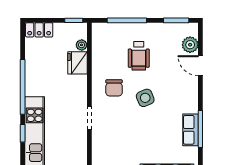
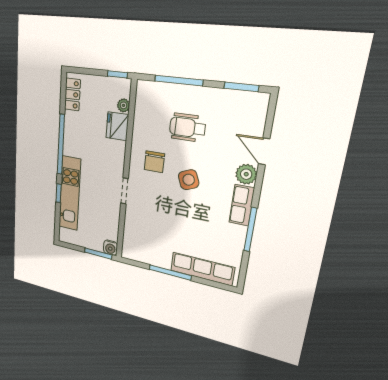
locker: (39, 30) -> (72, 94), moved, turned -90
plant: (190, 45) -> (246, 174), moved
wheelchair: (139, 56) -> (187, 127), turned 90
row of seats: (191, 130) -> (242, 205), moved

